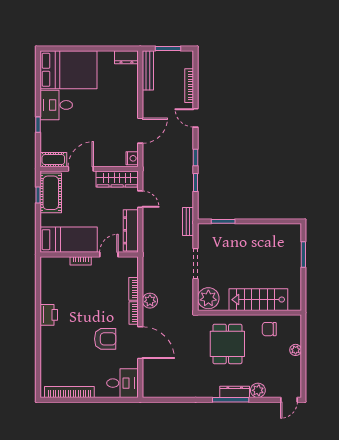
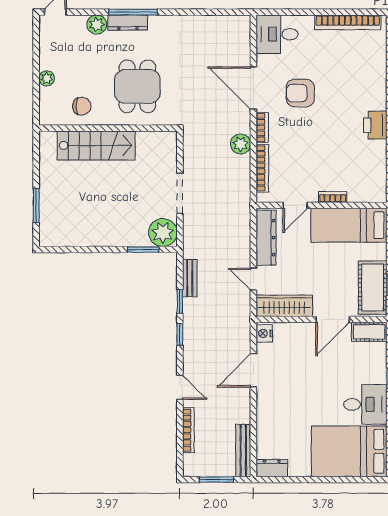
bench: (188, 222) -> (190, 278), moved
bookcase: (134, 289) -> (262, 168), width x1.56
plant: (208, 298) -> (163, 233), moved

